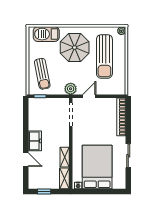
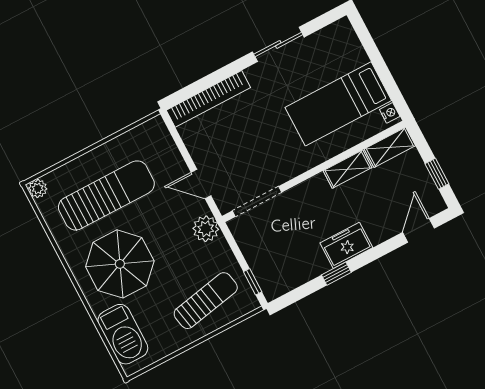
window: (26, 131) -> (336, 274), added
door: (26, 160) -> (419, 230), moved
bed: (97, 167) -> (338, 104), width x0.67

